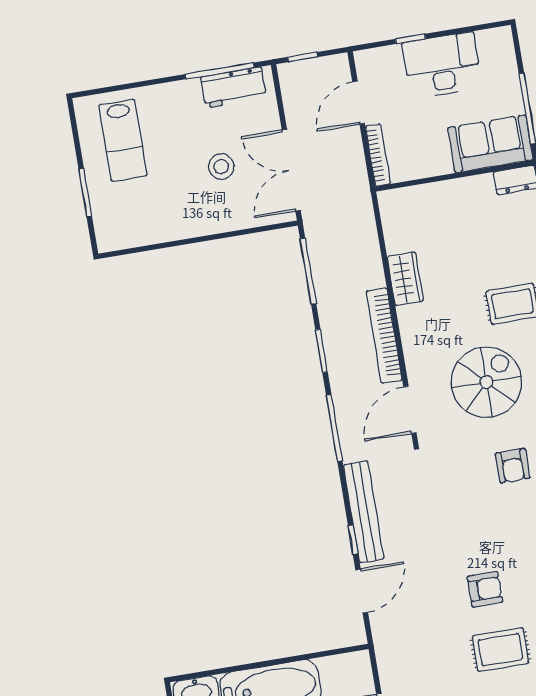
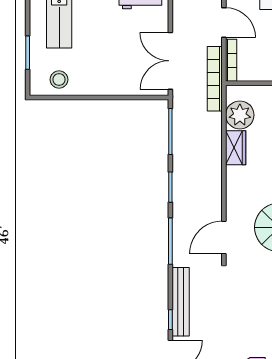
door: (359, 103) -> (224, 22), swing flipped
stool: (221, 167) -> (59, 80), moved
plant: (403, 231) -> (240, 115), added
bookcase: (384, 336) -> (215, 79), moved

